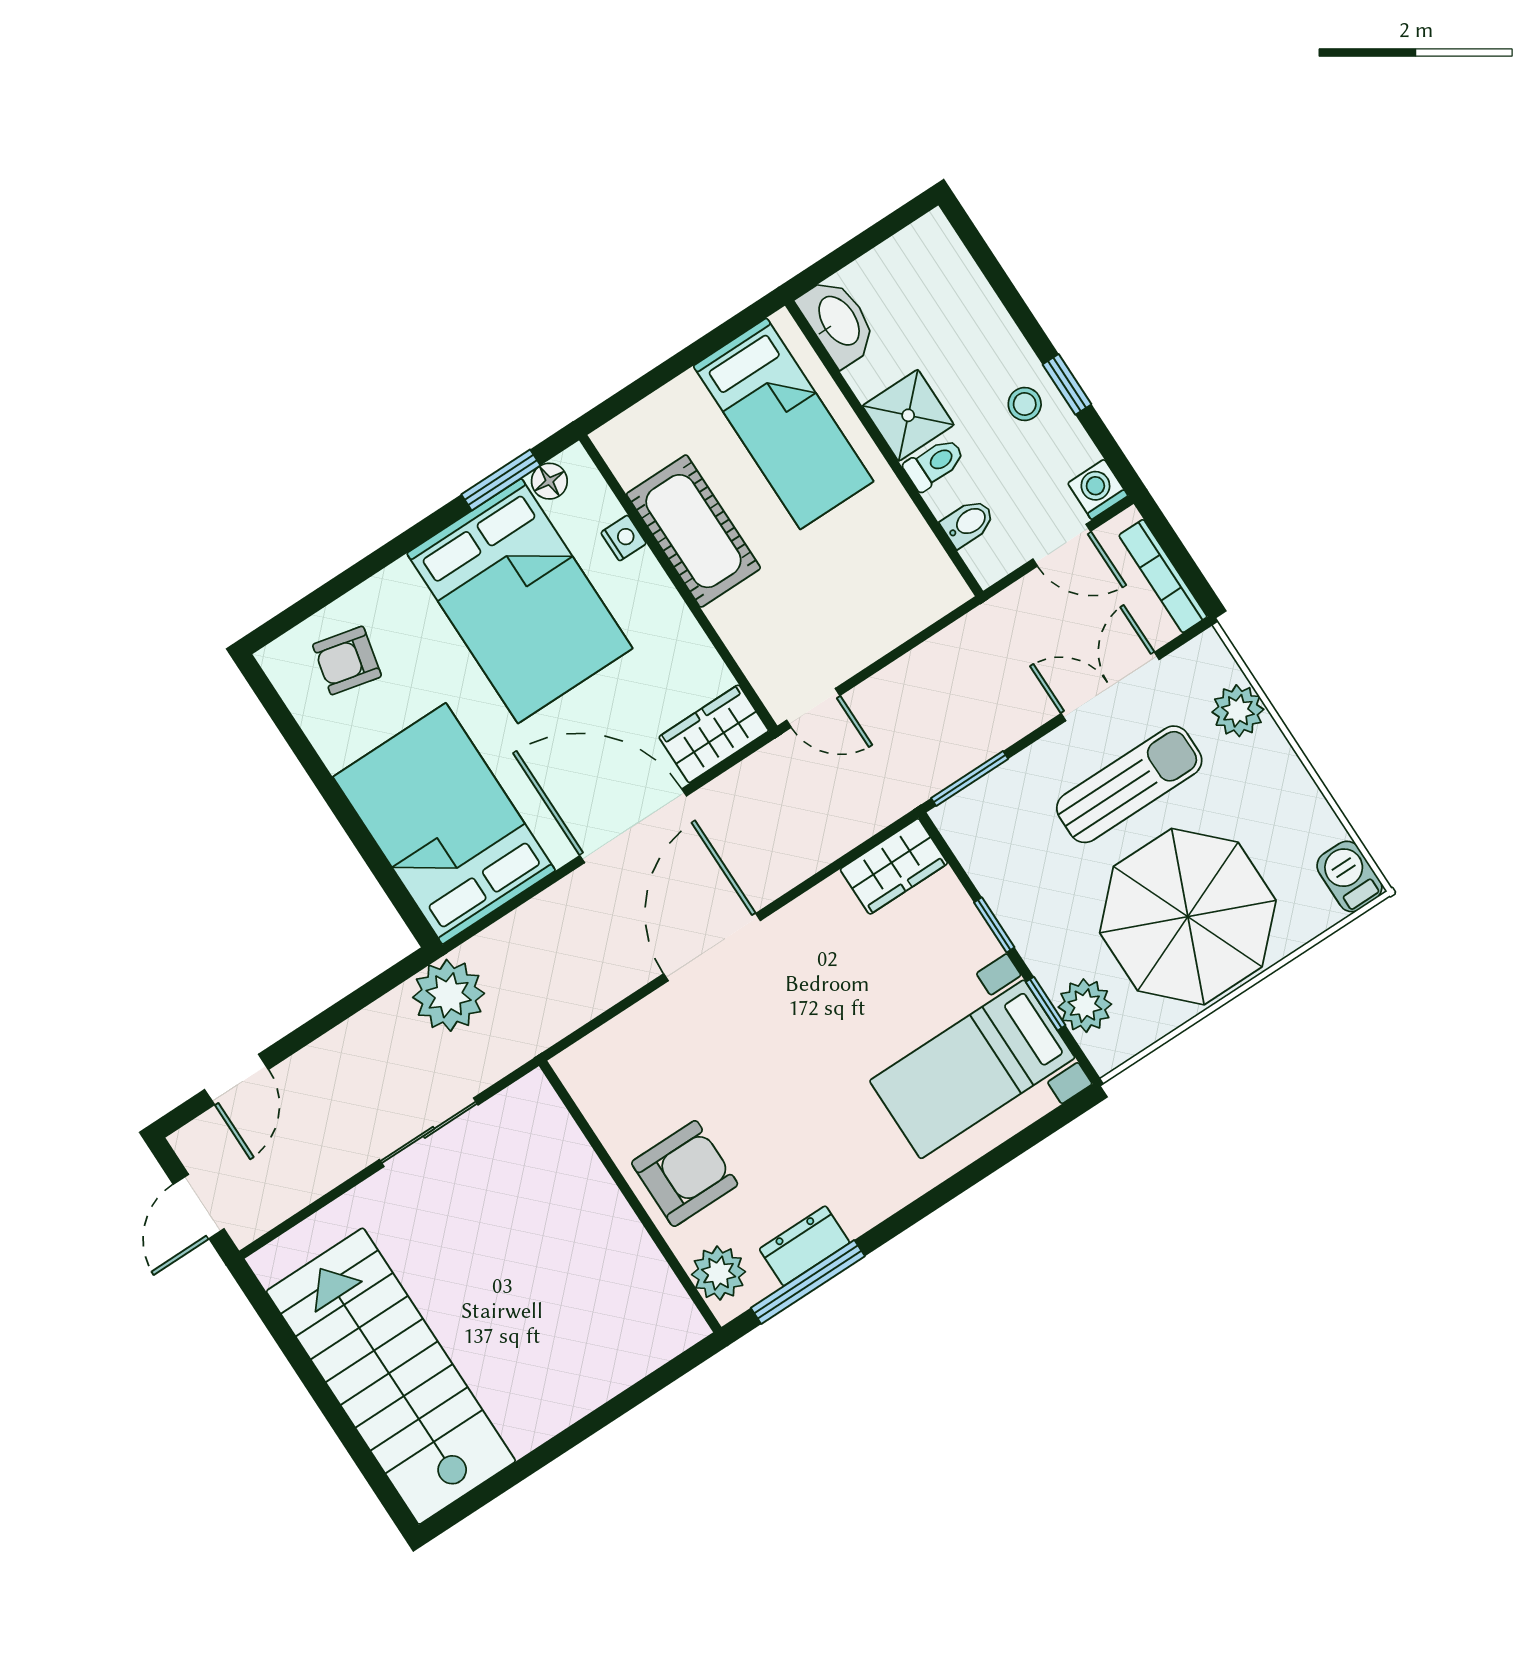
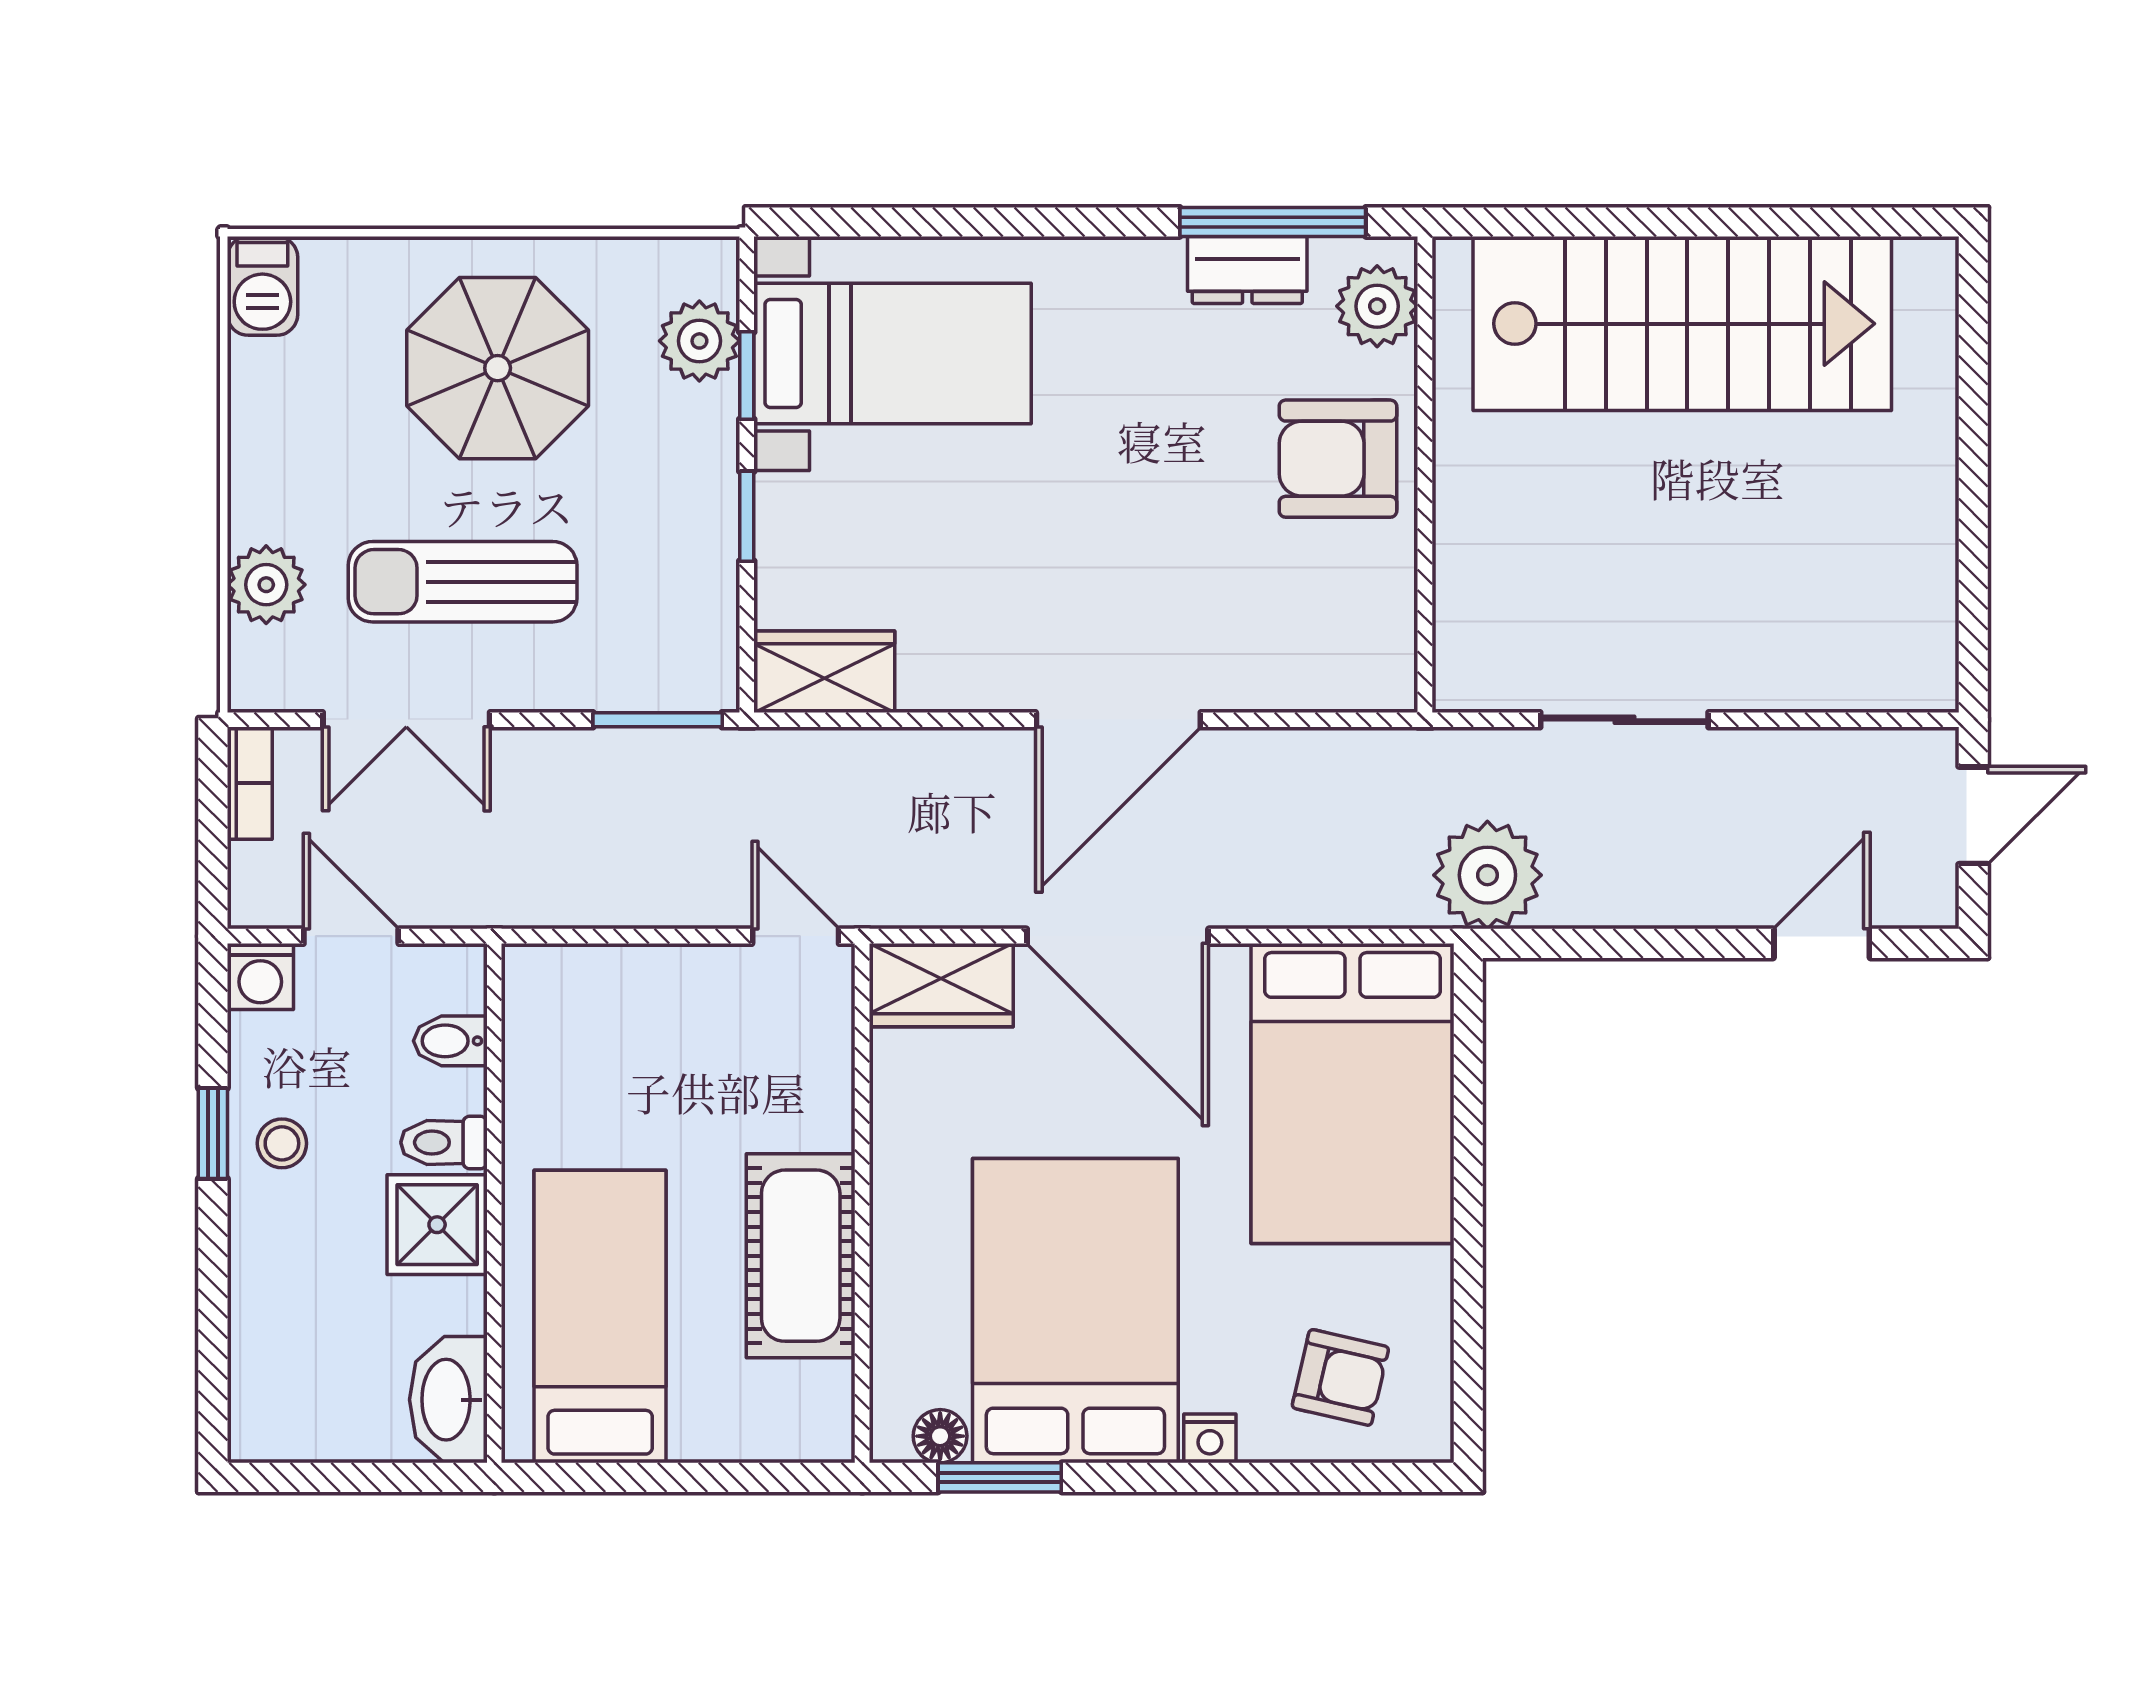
nightstand: (624, 538) -> (1210, 1438), moved, turned -90
bookcase: (1163, 576) -> (250, 783), width x0.64
parasol: (1188, 917) -> (498, 368), width x0.73, depth x0.73
stairs: (391, 1376) -> (1682, 324), moved, turned -90

